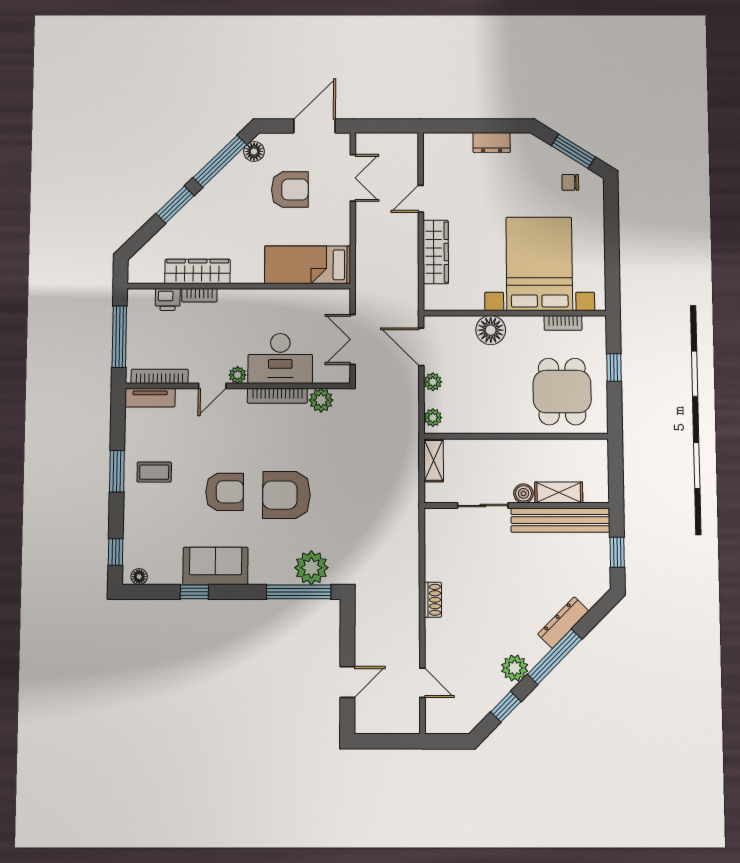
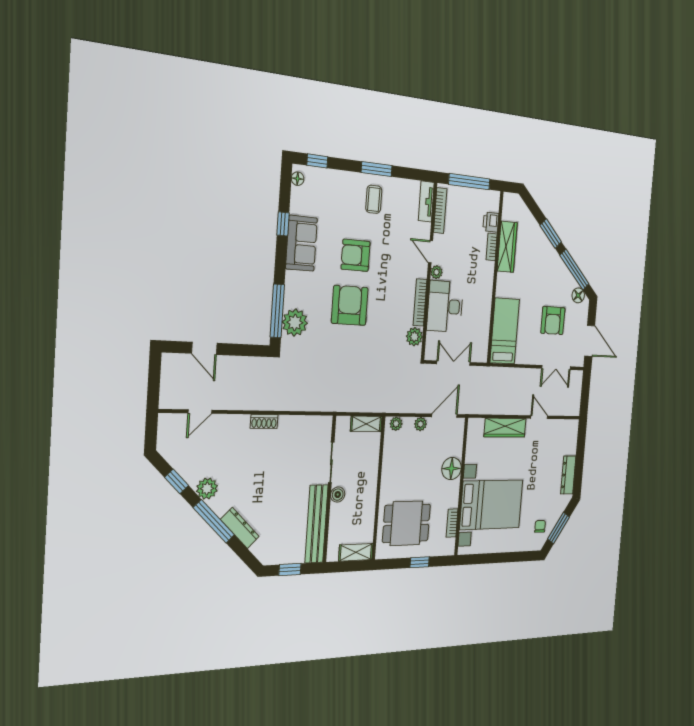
dresser: (492, 143) -> (568, 475), width x1.44
armchair: (225, 492) -> (356, 255), turned 90
shelving: (559, 493) -> (356, 552), moved, turned 90

